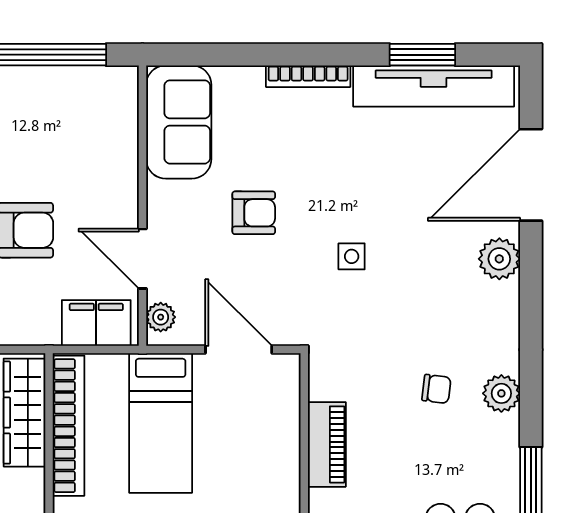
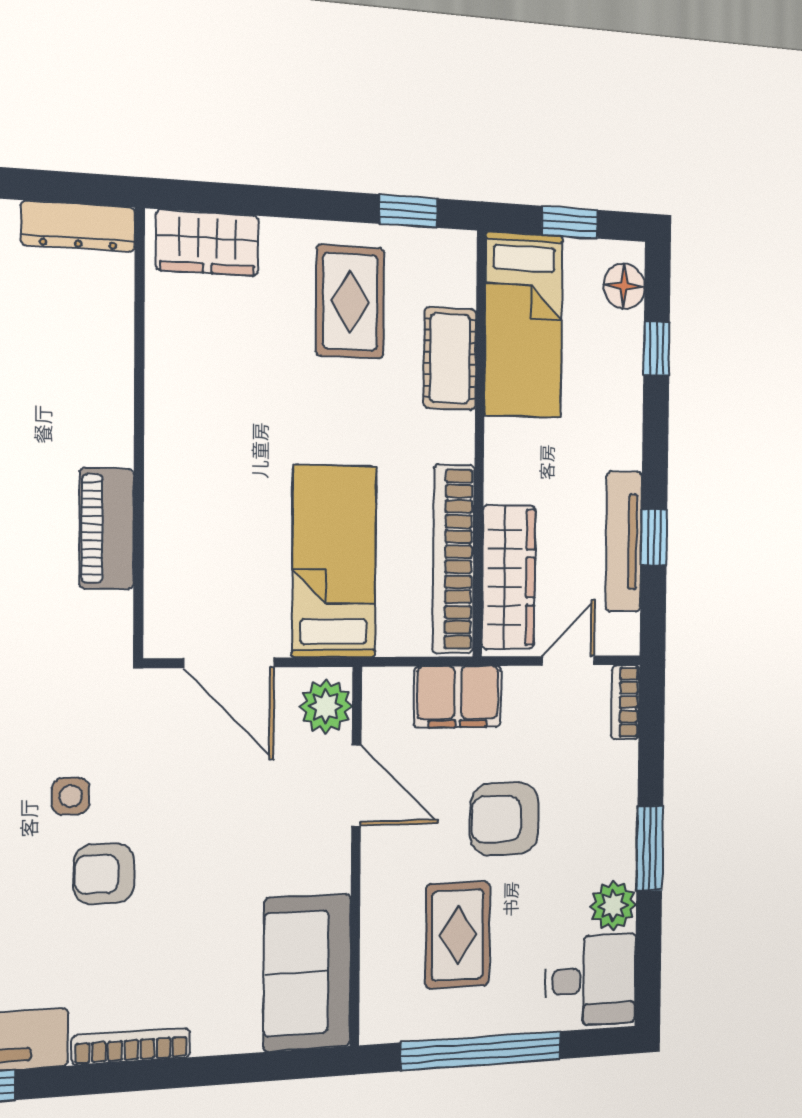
rug: (62, 144) -> (458, 935), added
armchair: (254, 213) -> (104, 874), moved
plant: (161, 317) -> (326, 706), width x1.38, depth x1.38
filing cabinet: (96, 323) -> (458, 697), moved

